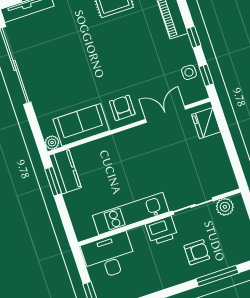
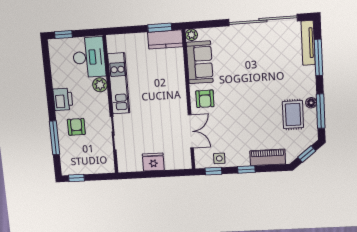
armchair: (122, 108) -> (205, 99), turned 90
fridge: (206, 123) -> (153, 162), moved
plant: (225, 207) -> (100, 85), moved
printer: (162, 230) -> (63, 99), moved, turned 180
armchair: (197, 252) -> (76, 127), turned 180

